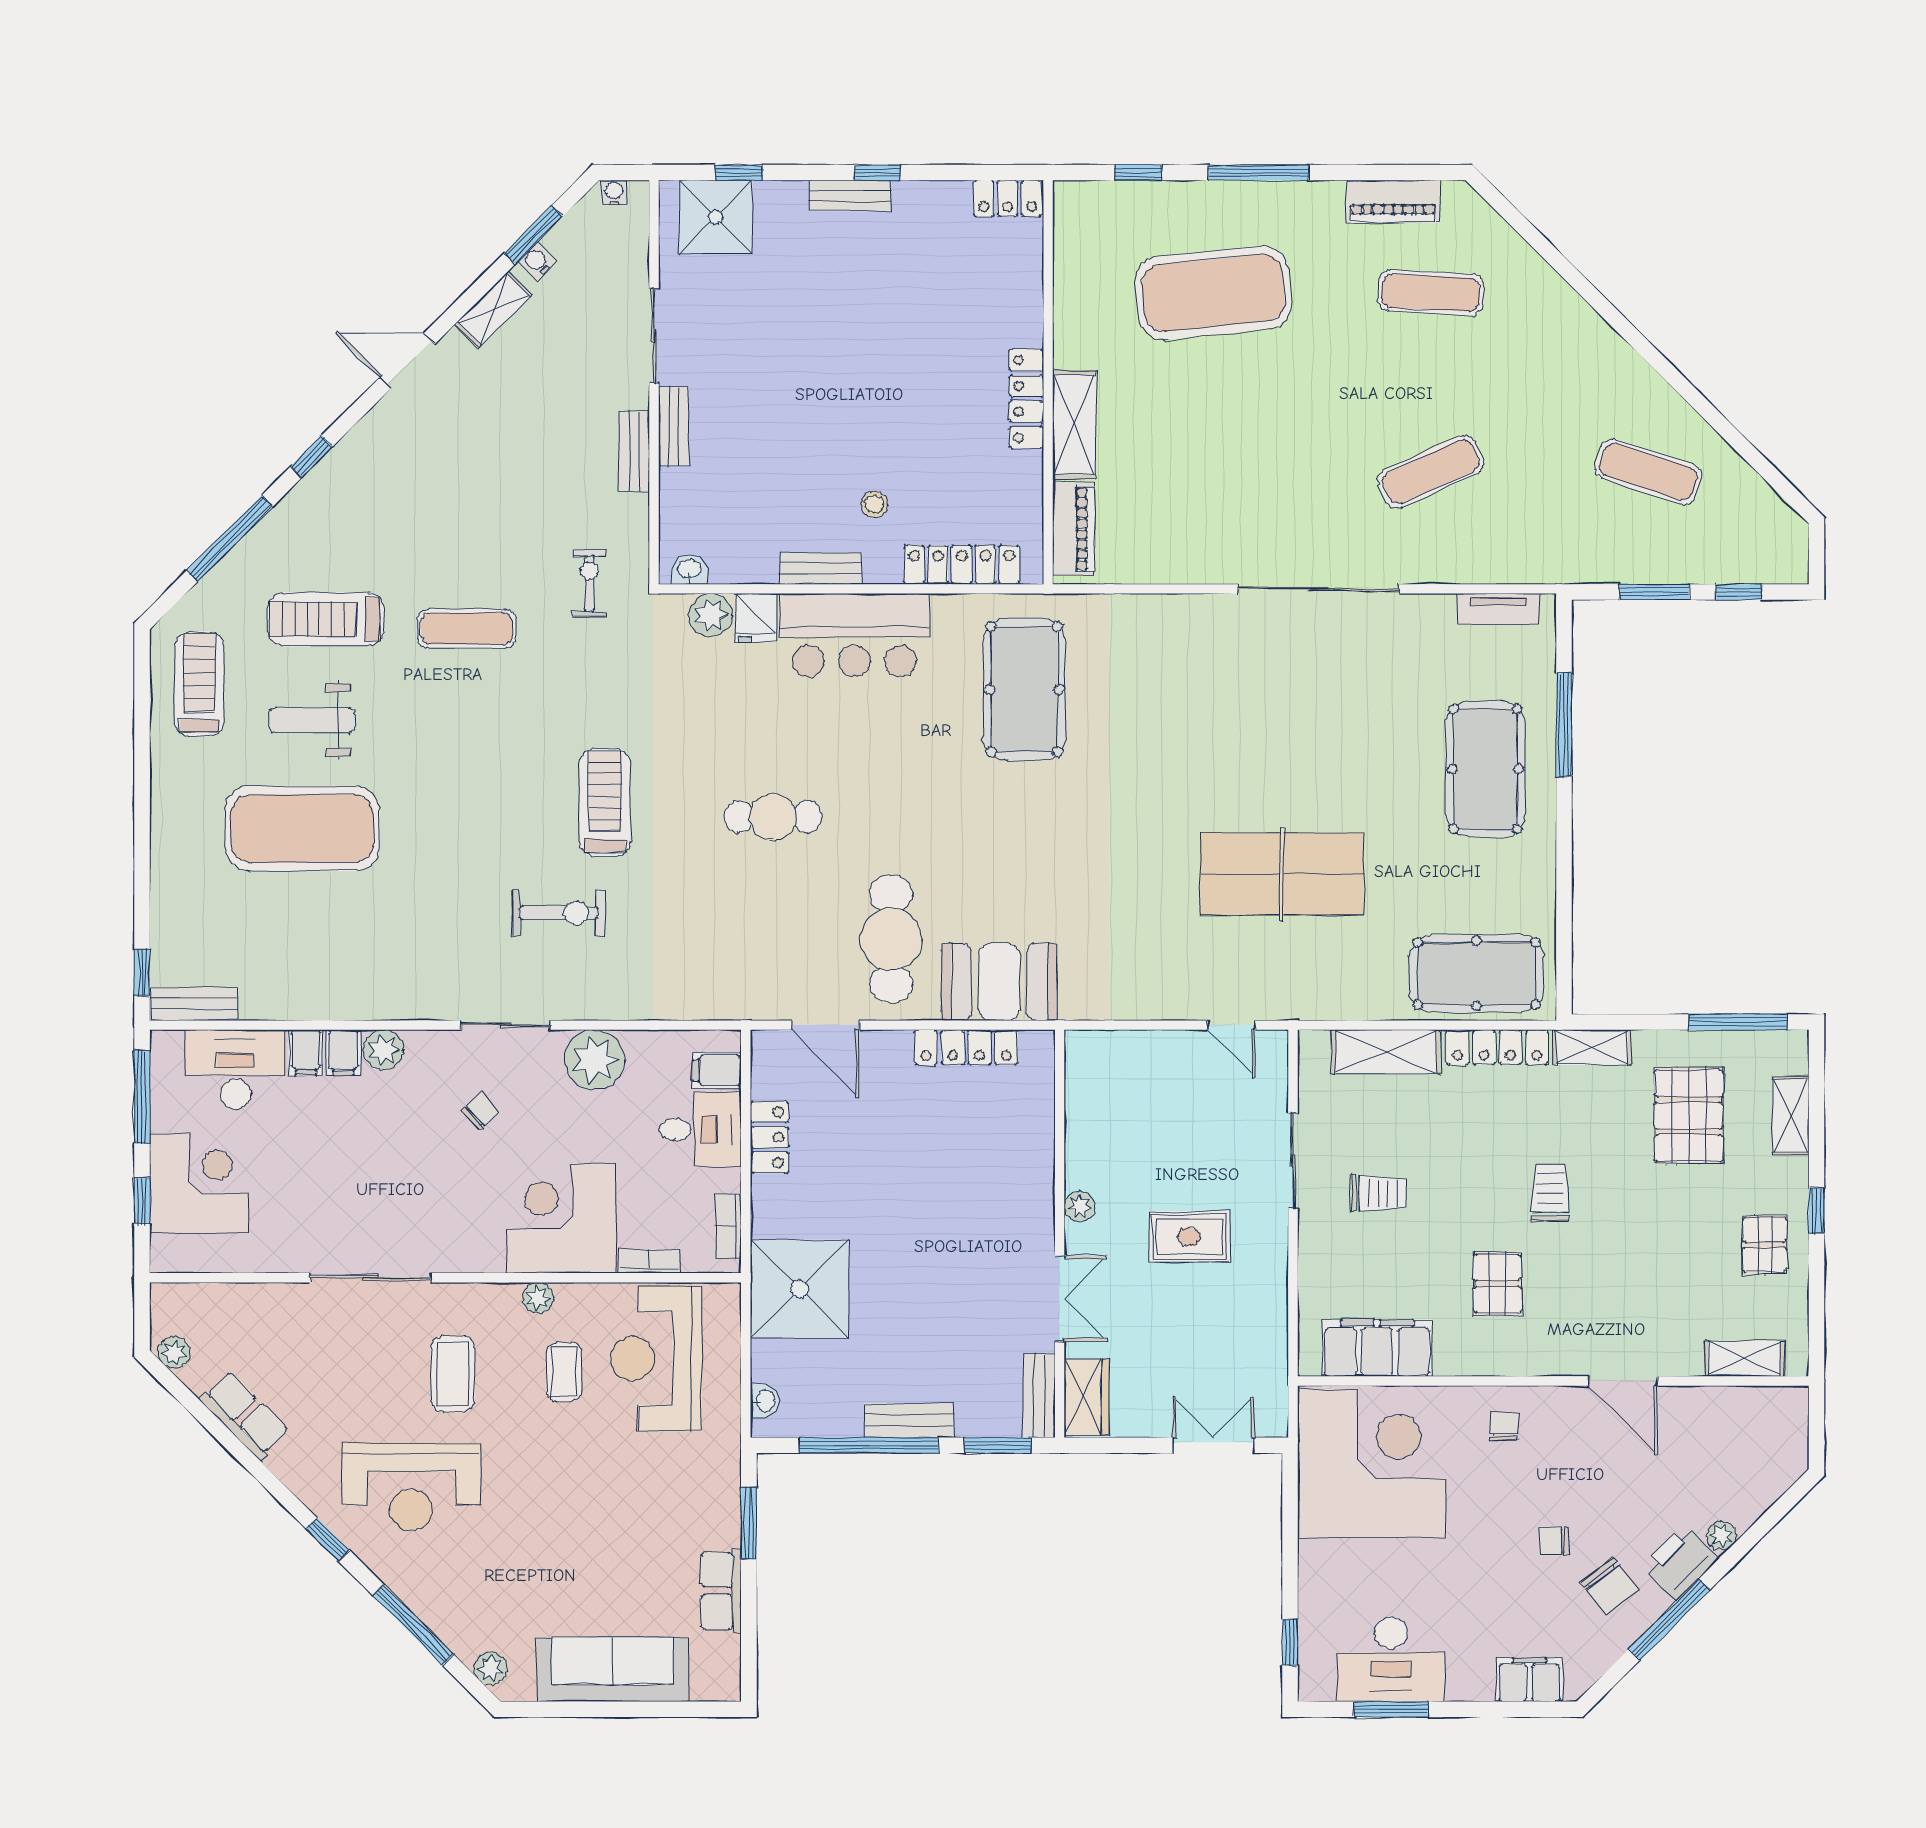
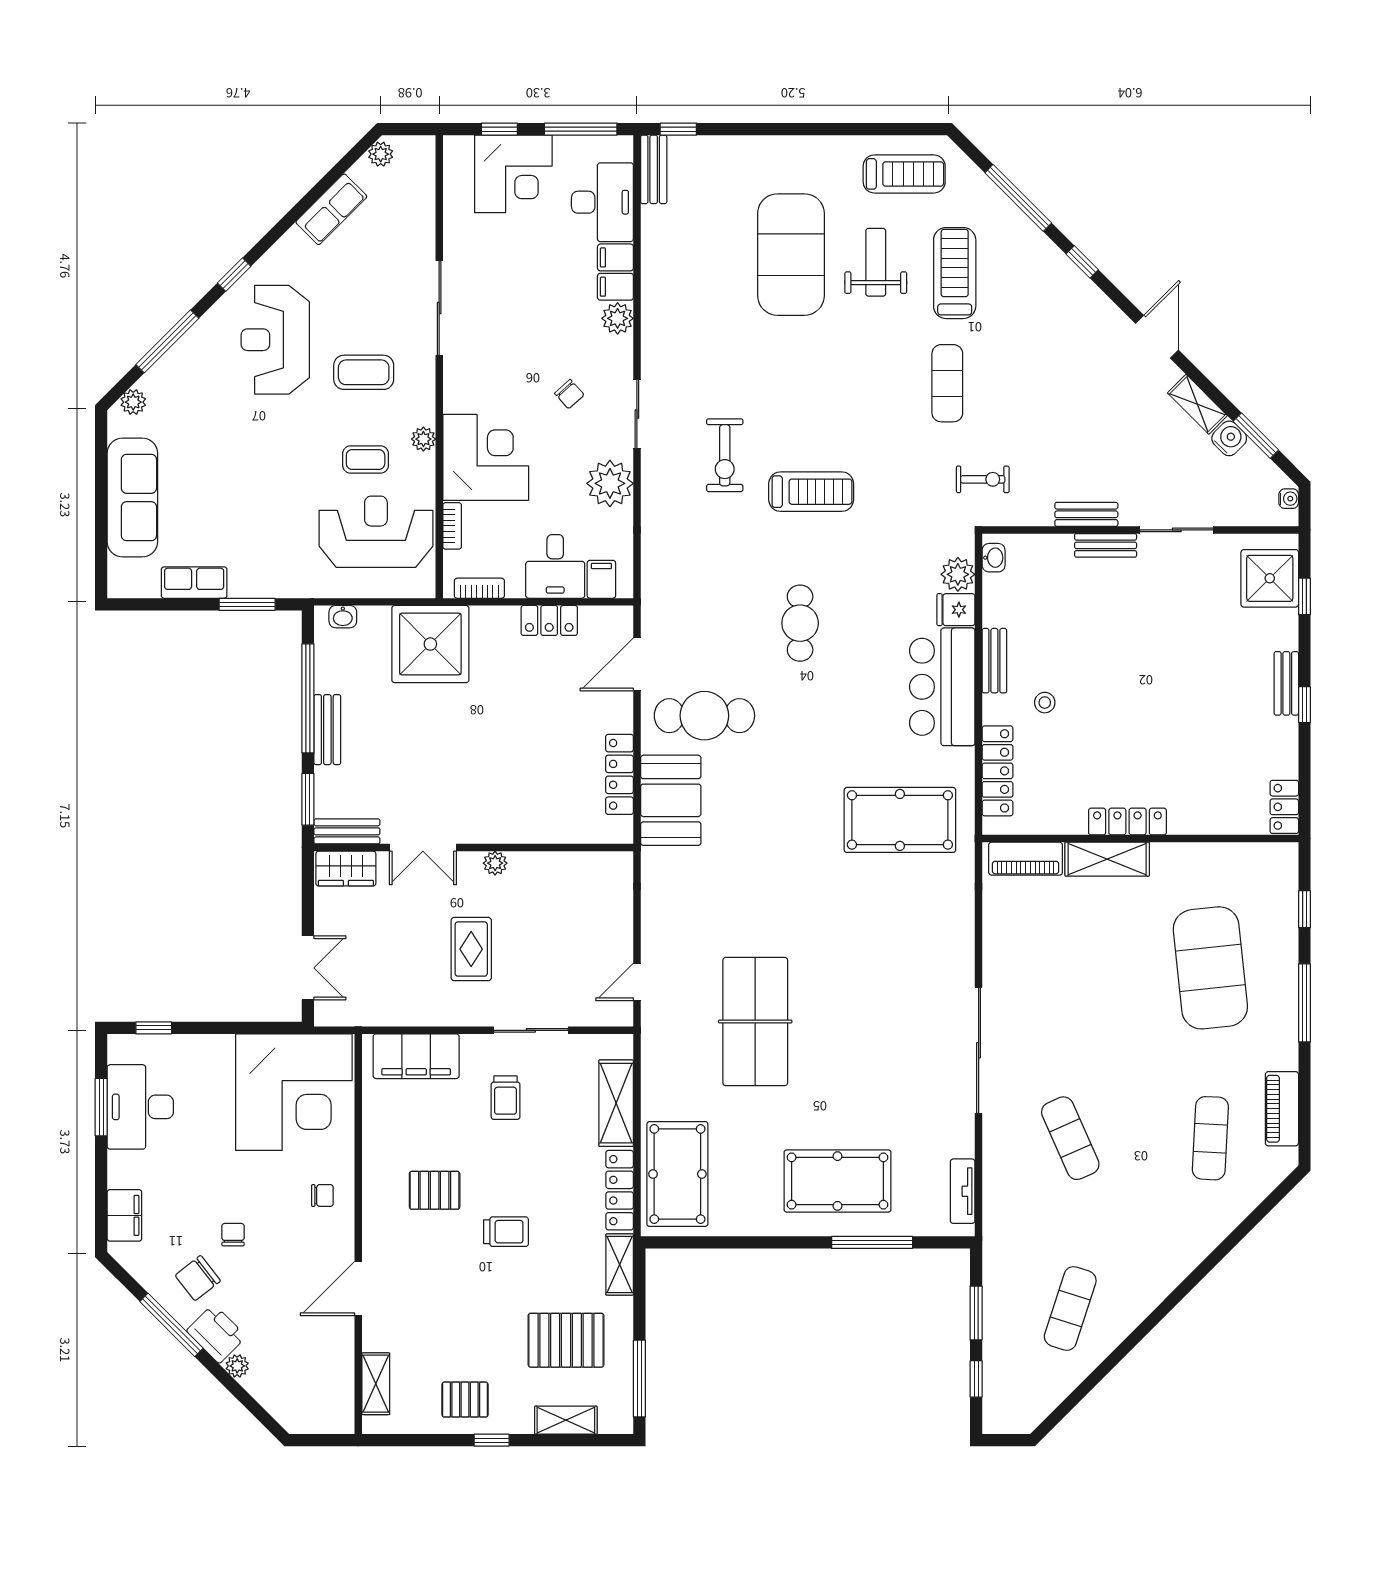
water cooler: (537, 261) -> (1229, 438), width x1.38, depth x1.38
filing cabinet: (1377, 1348) -> (416, 1056), moved, turned 90

